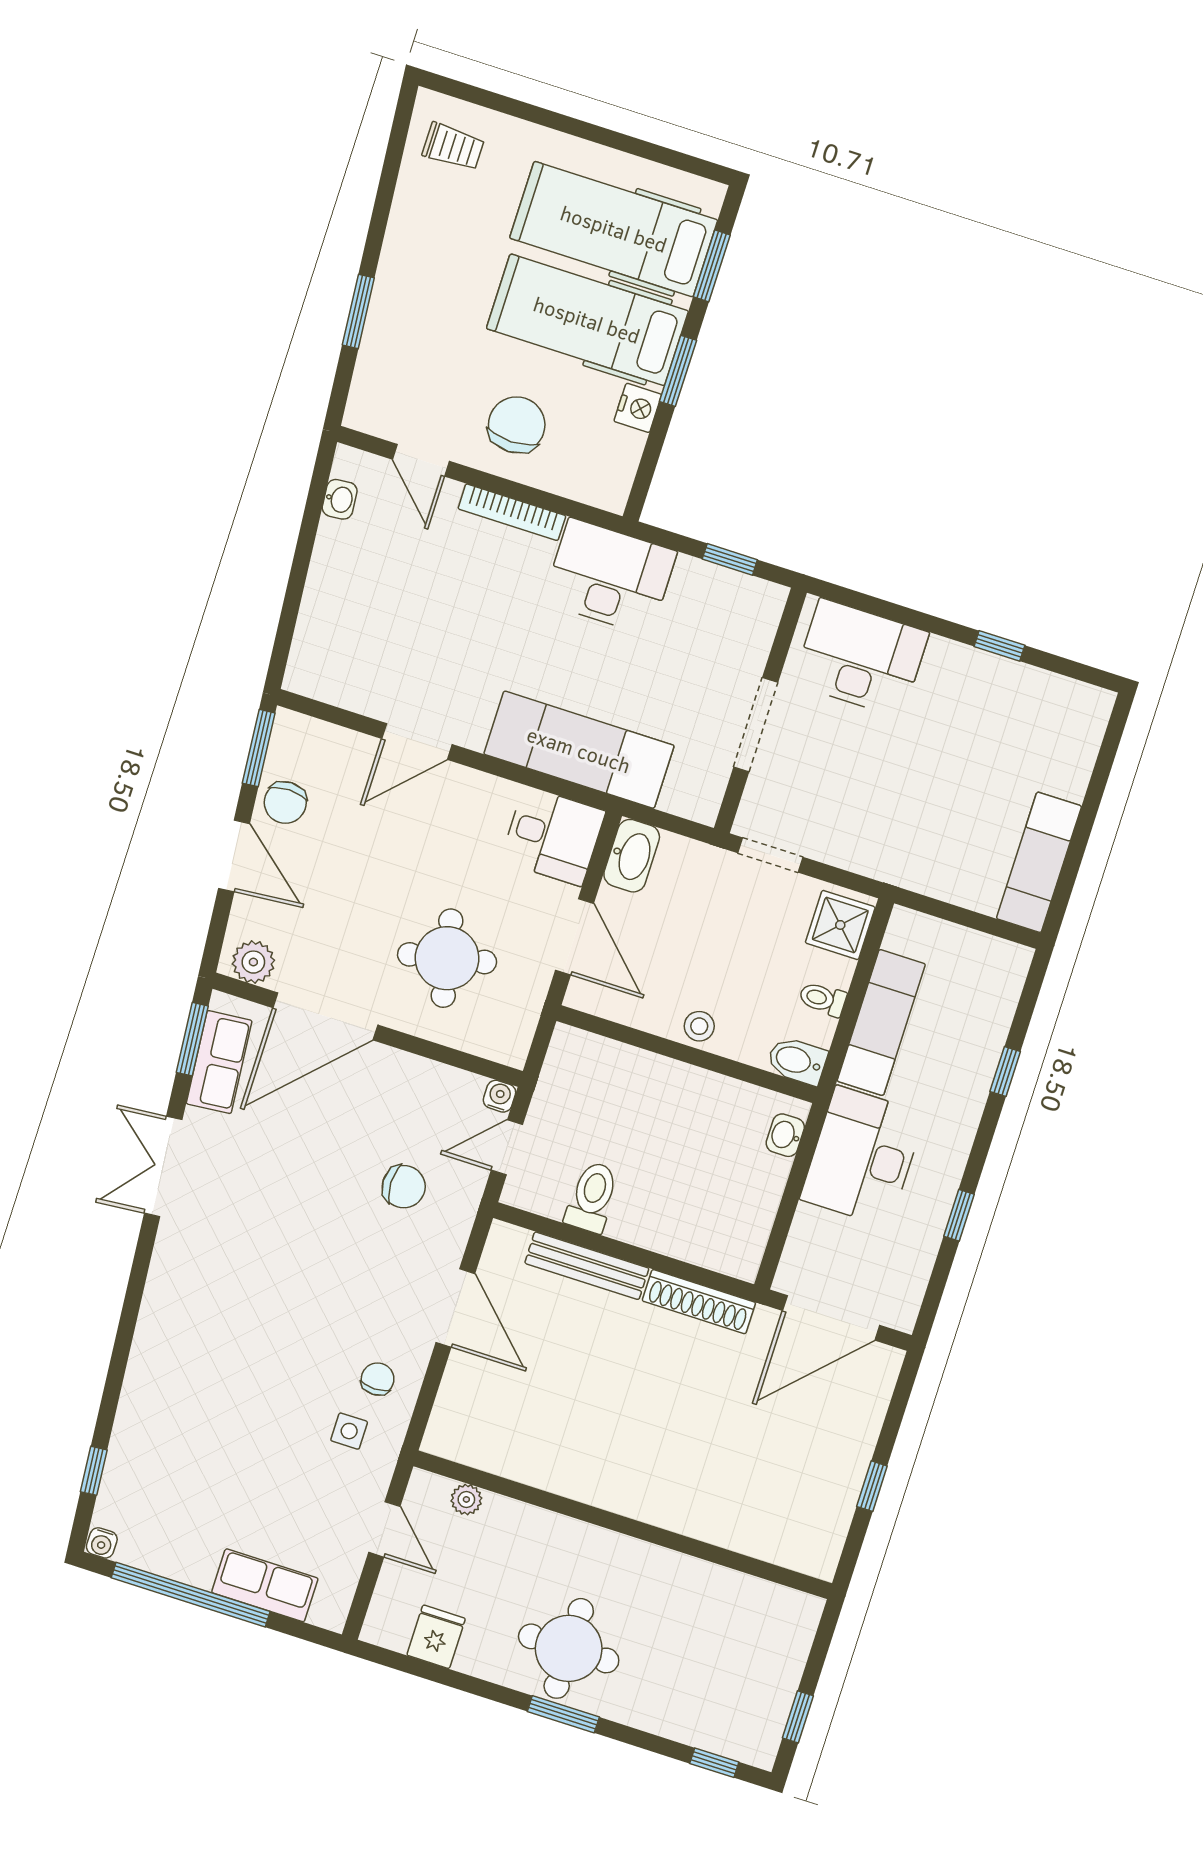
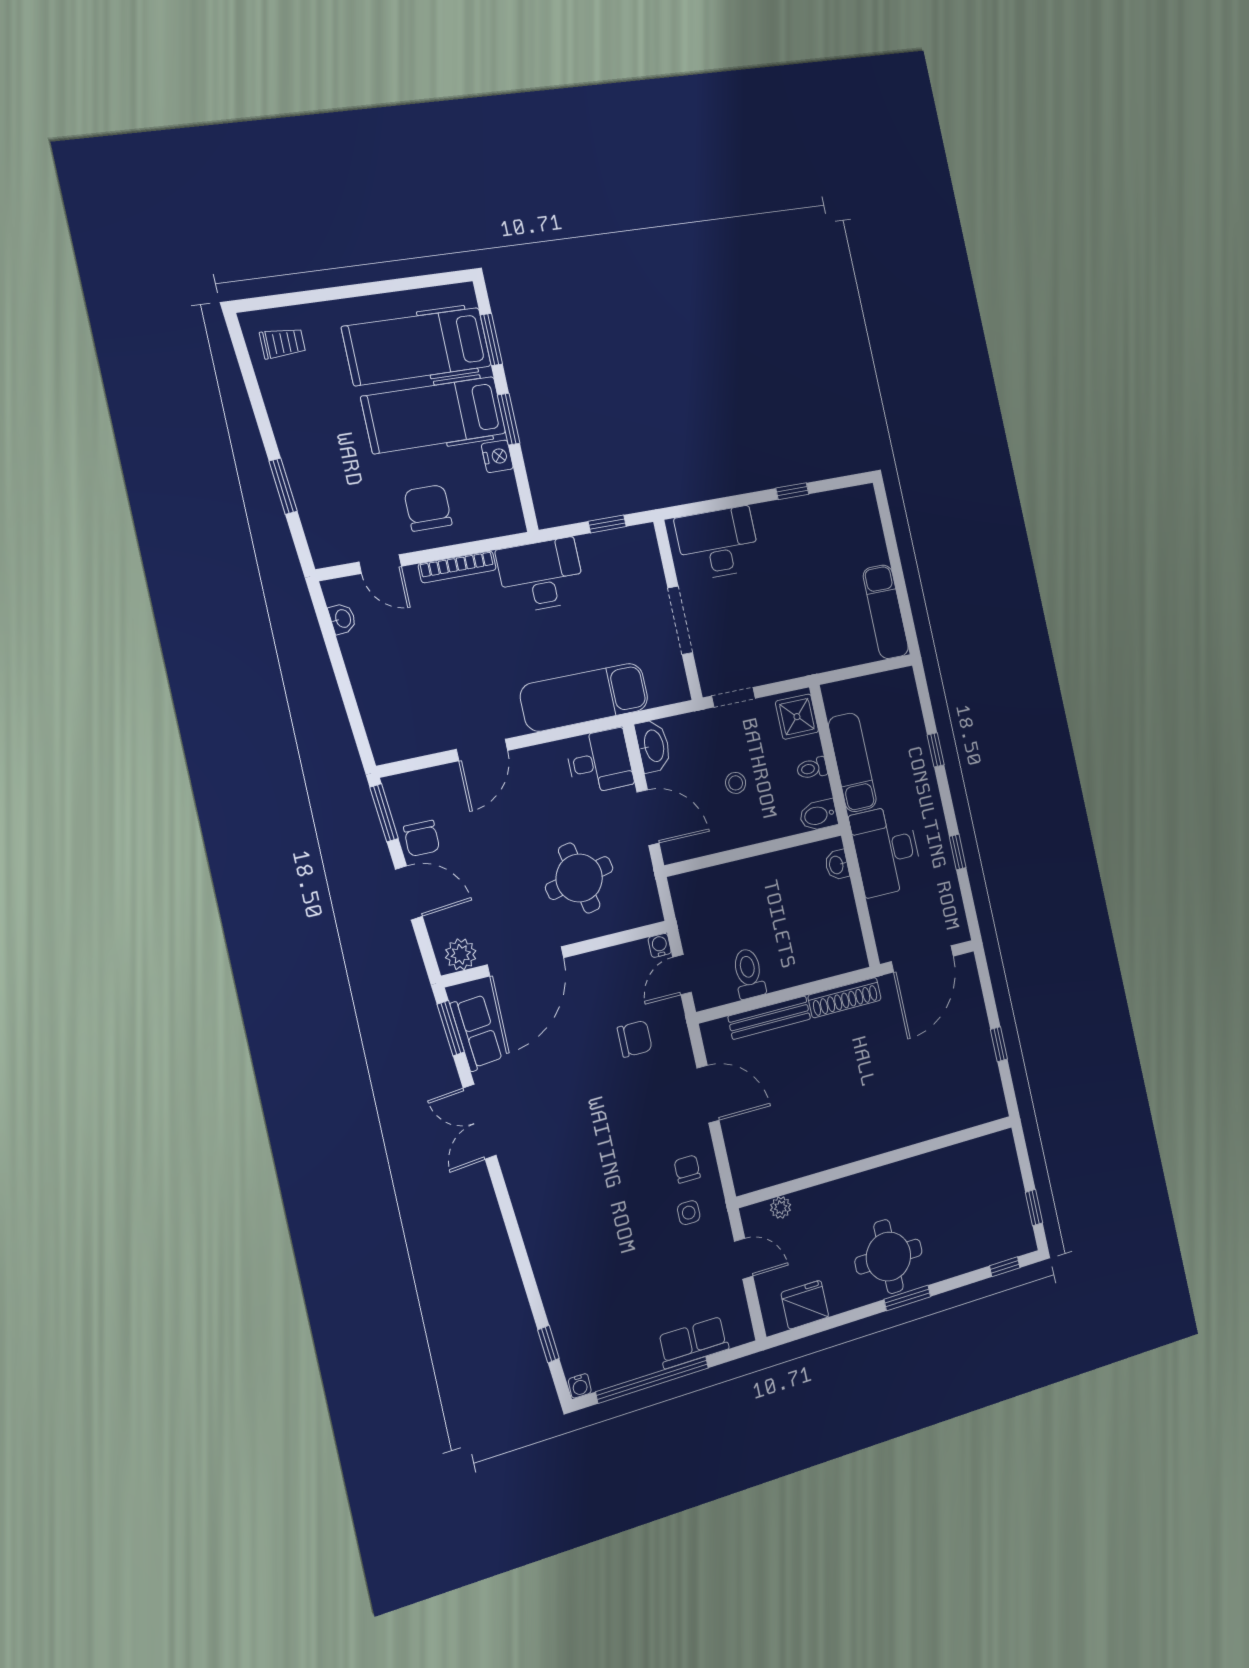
stool: (699, 1026) -> (736, 783), moved
fridge: (436, 1637) -> (805, 1305), width x1.38

